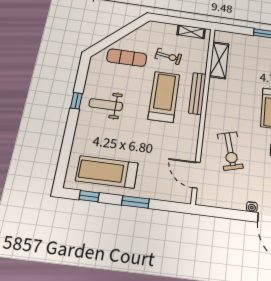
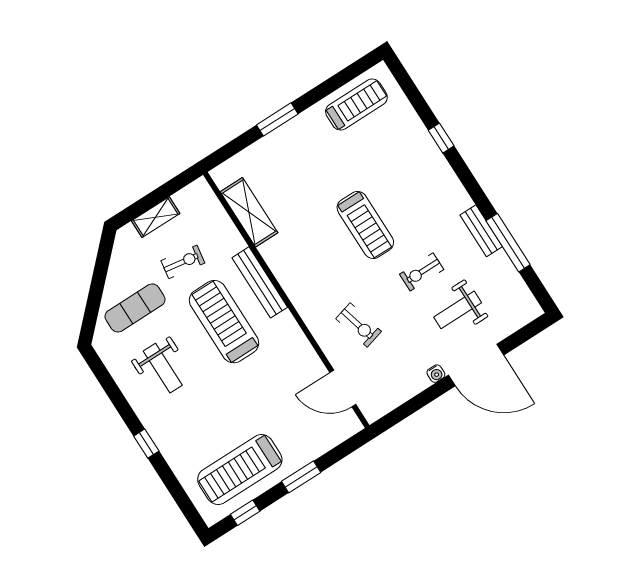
shelving: (191, 32) -> (156, 217), moved
window: (76, 101) -> (146, 444), moved
weight bench: (106, 105) -> (163, 368), moved, turned -90
exercise bike: (230, 151) -> (359, 325), width x0.73, depth x0.72

